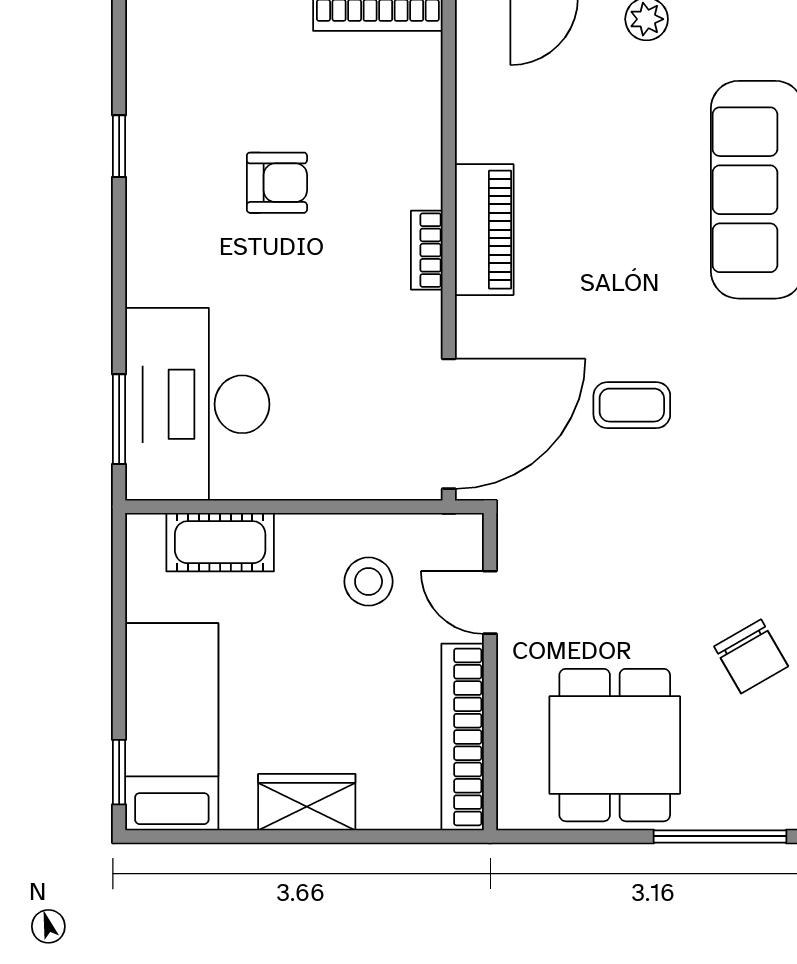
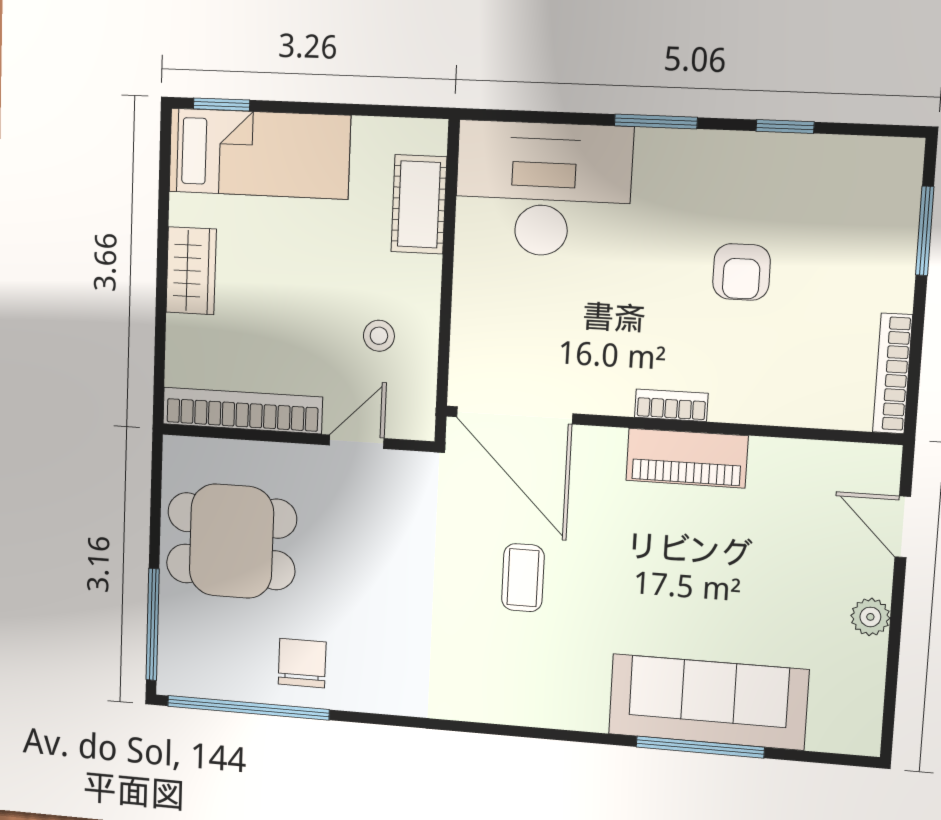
window: (119, 419) -> (656, 121), moved
stool: (369, 582) -> (379, 336), width x0.73, depth x0.73
chair: (751, 656) -> (302, 663), turned 120

